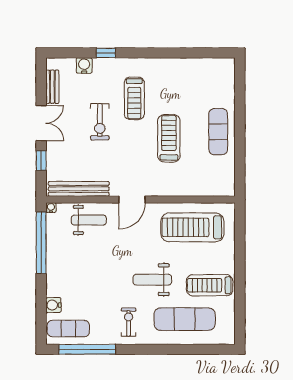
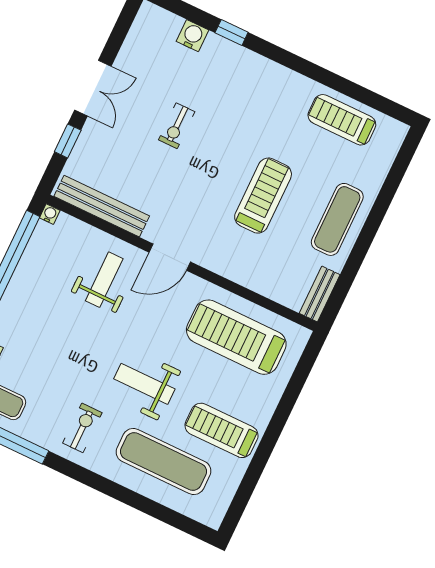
bench: (52, 87) -> (320, 294), moved
treadmill: (134, 98) -> (342, 120), moved, turned 90
exercise bike: (100, 122) -> (177, 126), width x0.73, depth x0.72
weight bench: (89, 220) -> (104, 280), moved, turned -90

